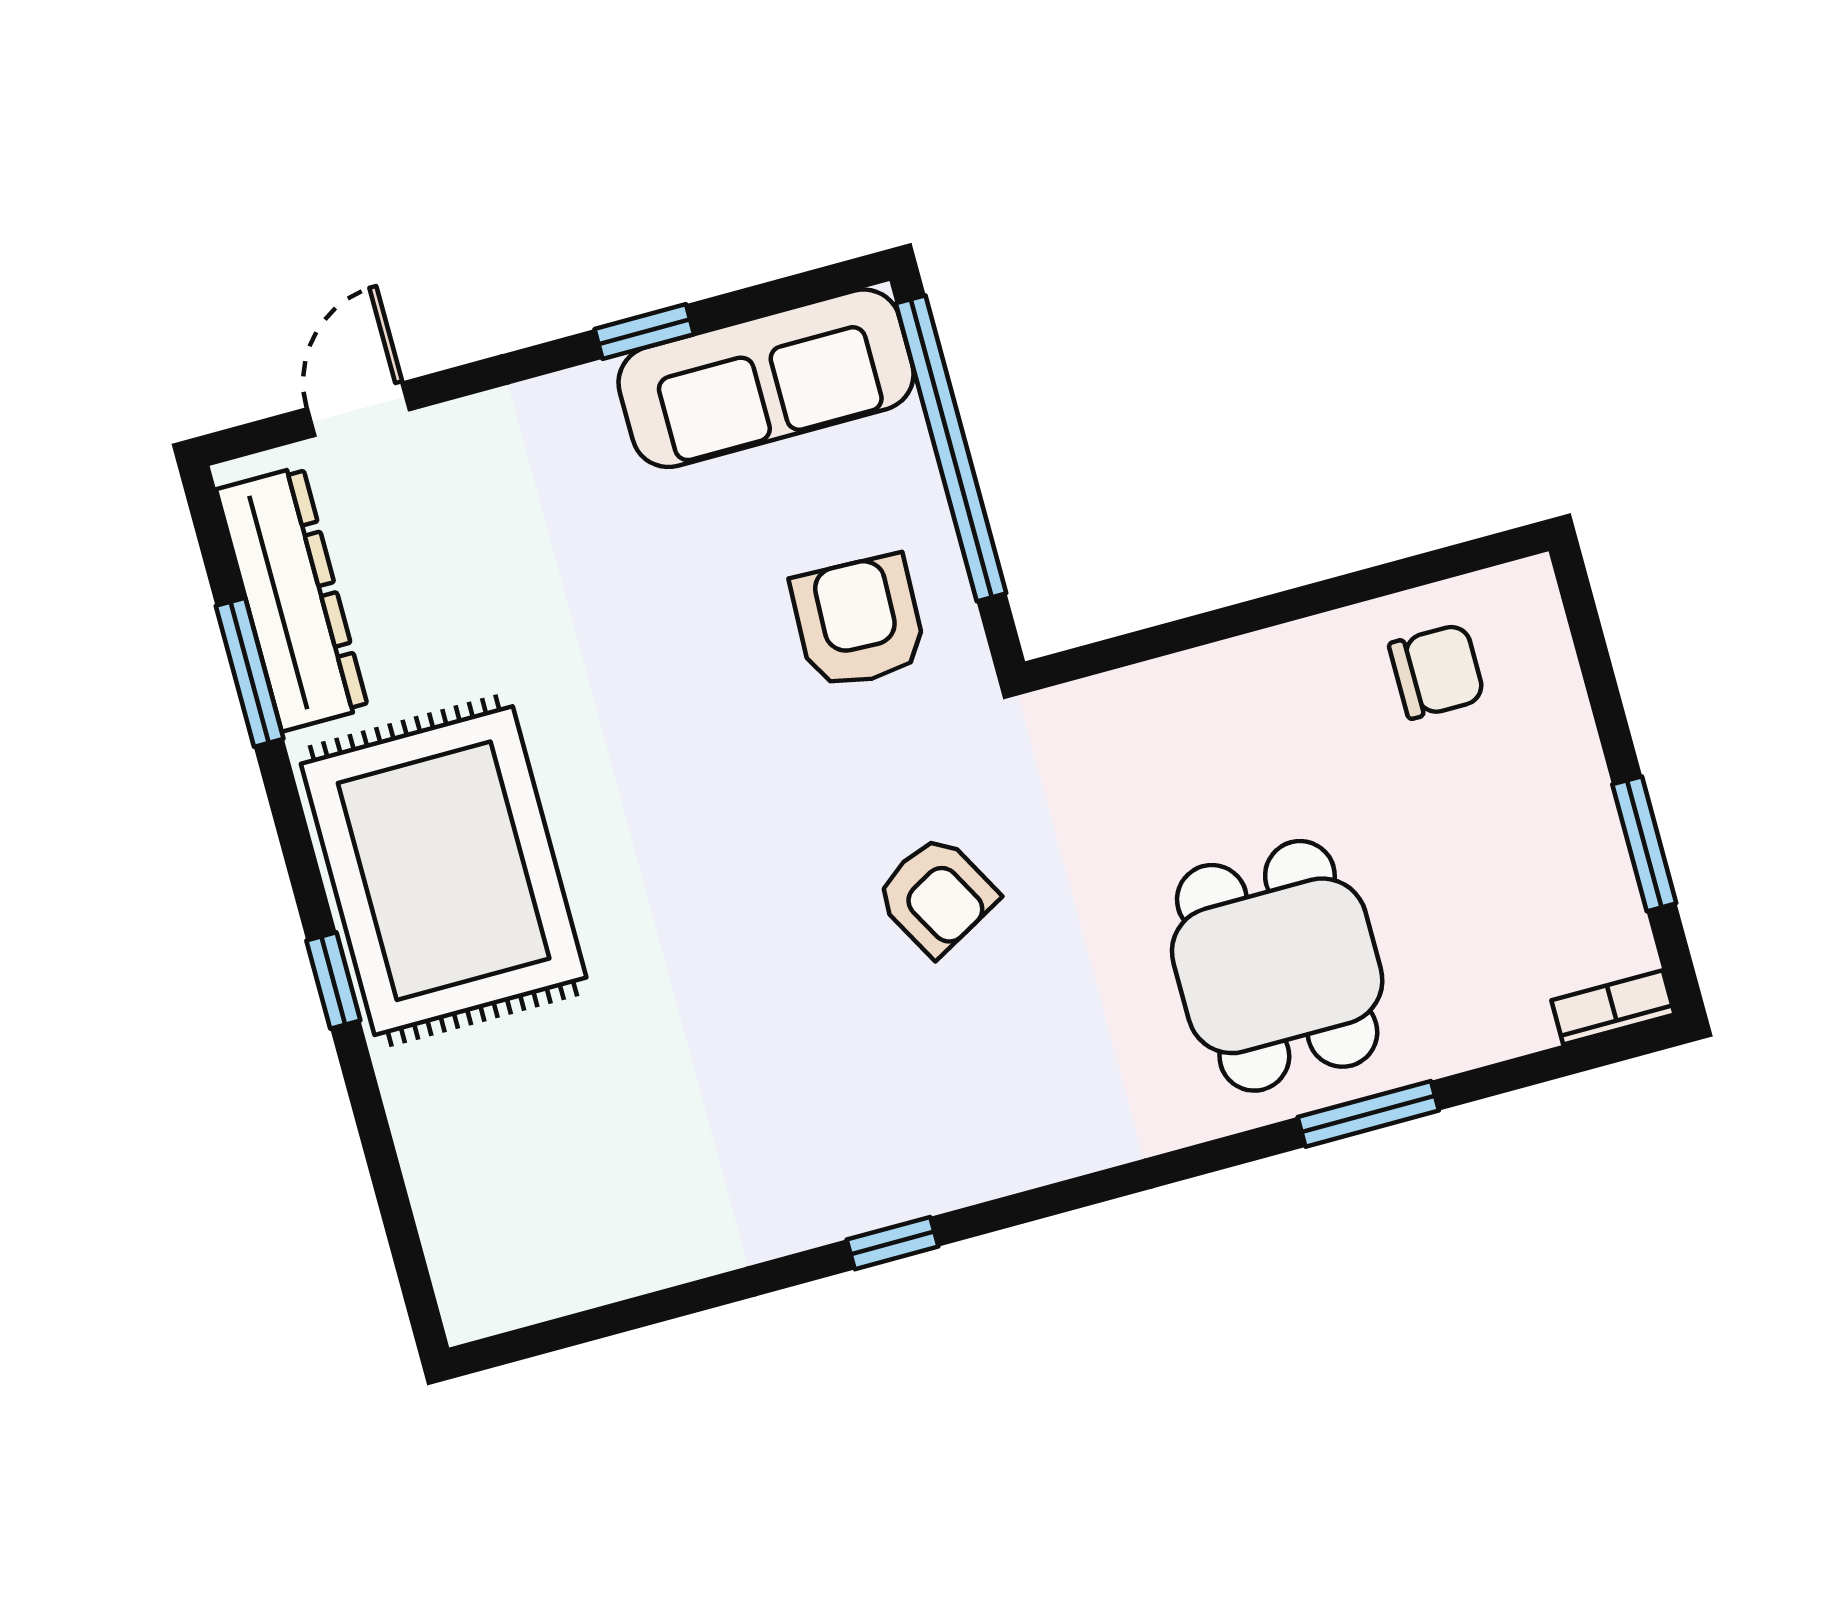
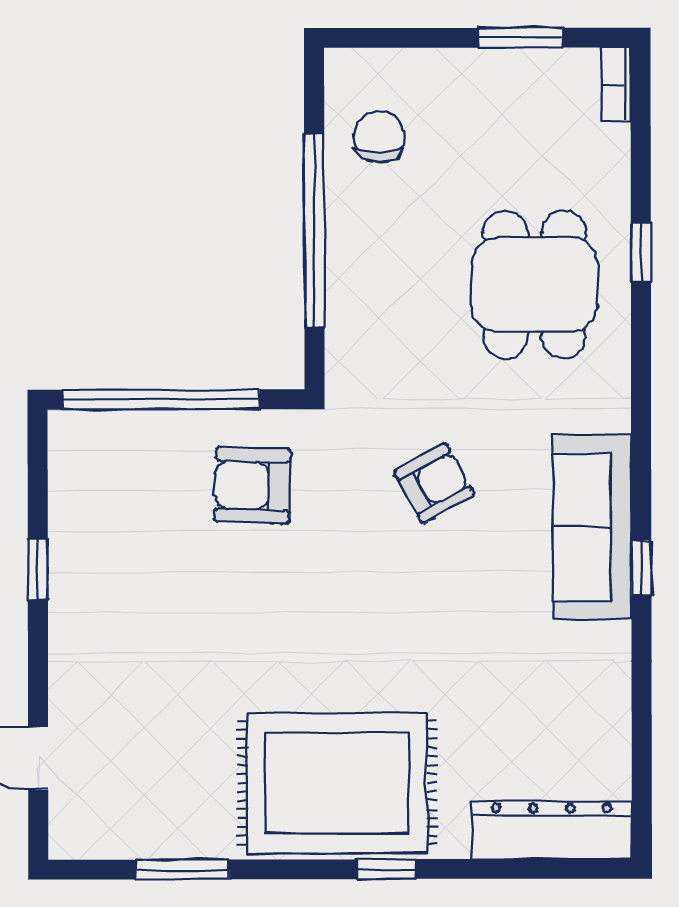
sofa: (766, 378) -> (592, 527), moved, turned 180
dresser: (292, 599) -> (552, 830), moved
window: (1269, 611) -> (314, 230), added
dining table: (1277, 966) -> (534, 285), turned 90
window: (1368, 1114) -> (641, 253), width x0.67

